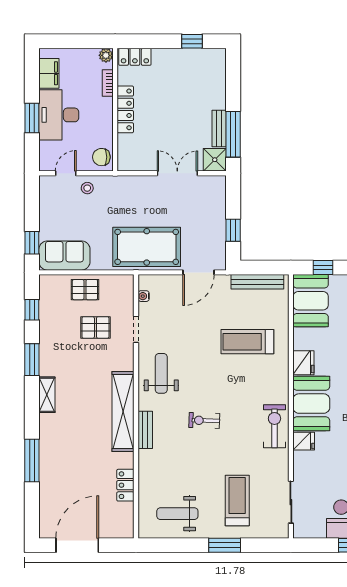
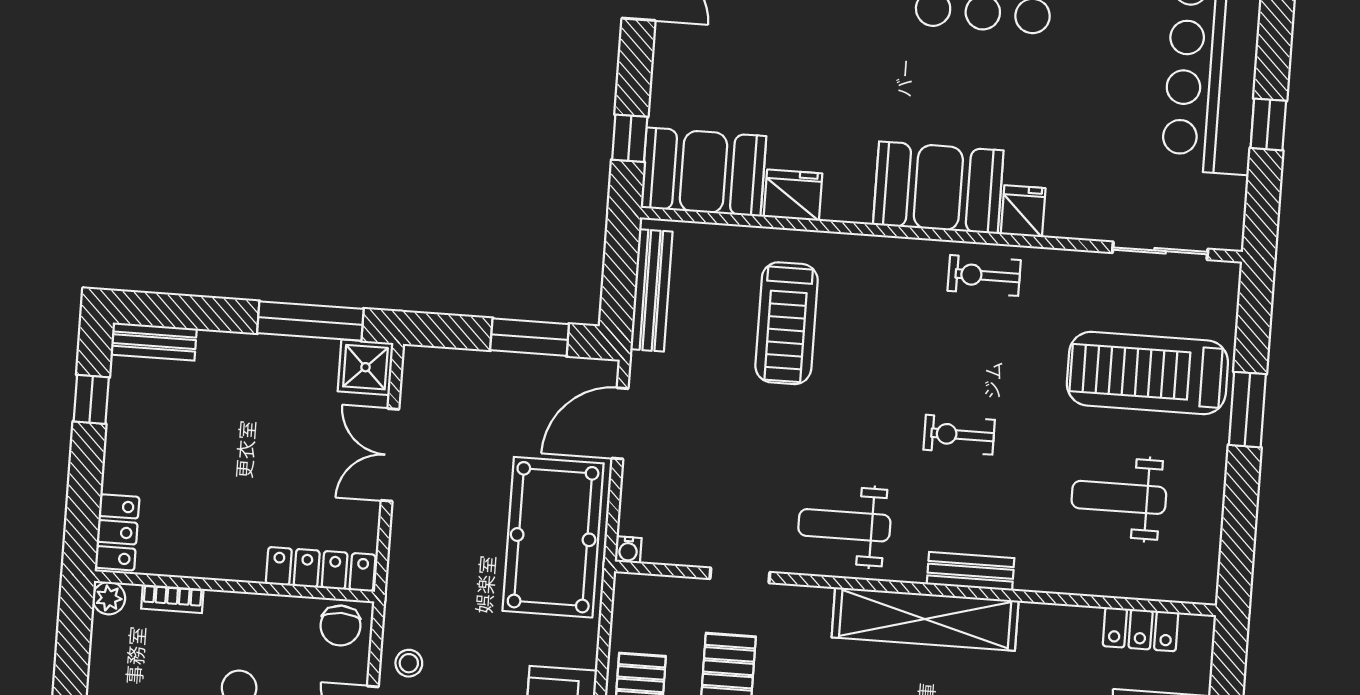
locker: (125, 109) -> (321, 569), moved
bench: (219, 129) -> (154, 342), moved
window: (233, 230) -> (530, 337), width x1.50
door: (198, 272) -> (620, 423), swing flipped
water cooler: (144, 296) -> (628, 550), moved
fridge: (303, 363) -> (793, 195), moved
exercise bike: (204, 420) -> (959, 435), turned 88
exercise bike: (274, 426) -> (984, 275), width x0.73, depth x0.72
locker: (125, 485) -> (1141, 629), moved
treadmill: (237, 501) -> (1147, 373), width x1.37, depth x1.38
weight bench: (177, 514) -> (1119, 497), moved, turned 90

